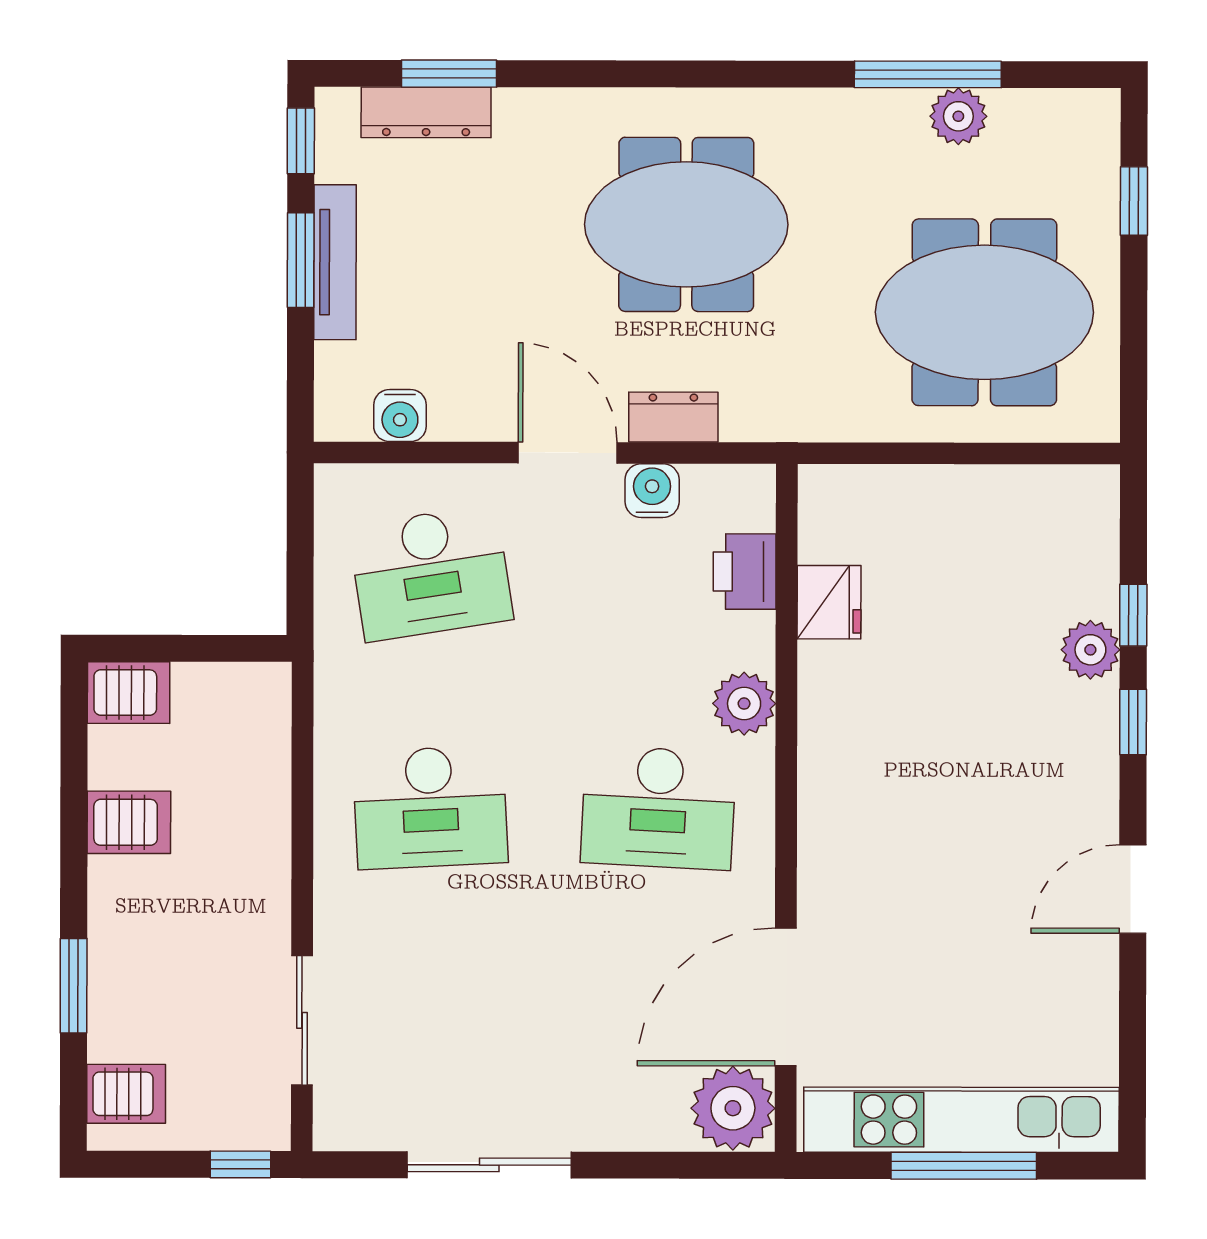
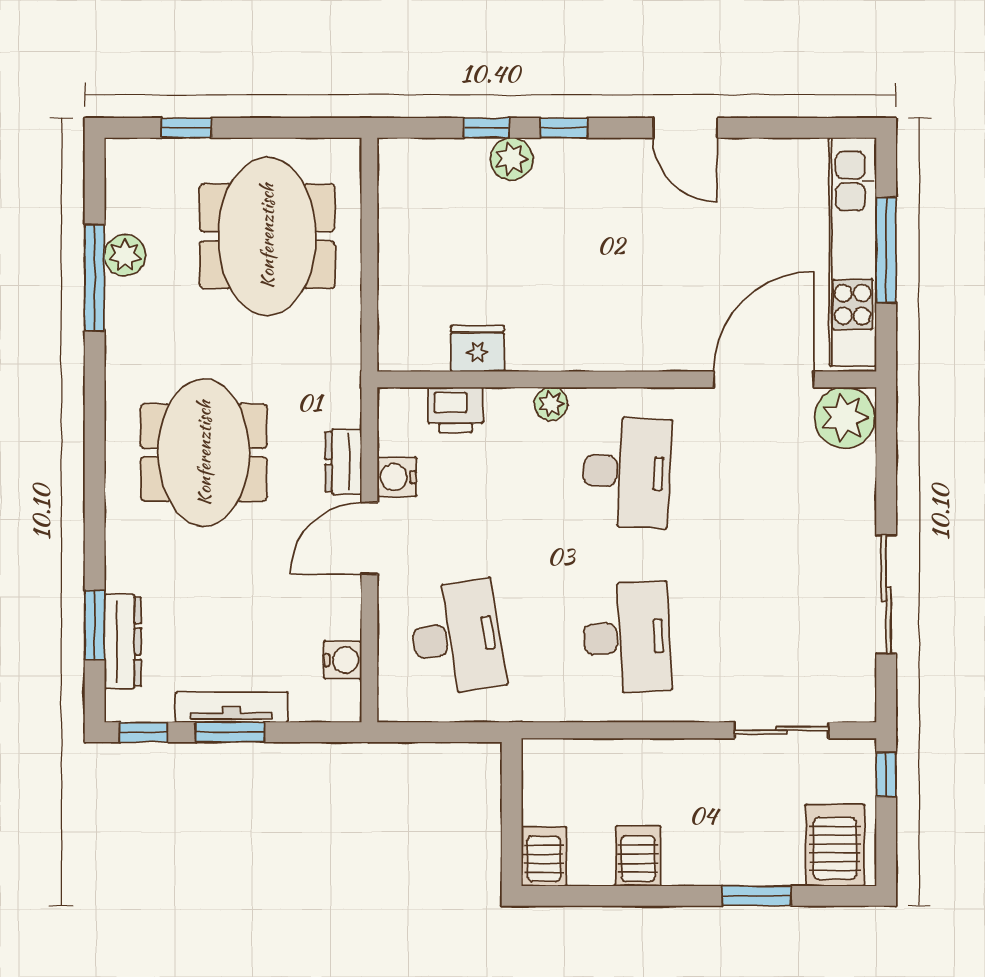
plant: (744, 704) -> (551, 404), width x0.73, depth x0.73
door: (786, 997) -> (764, 379), swing flipped
server rack: (126, 1094) -> (835, 845), width x1.36, depth x1.44

